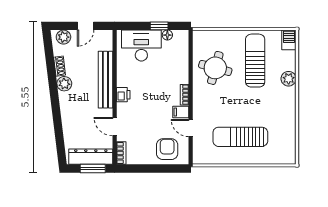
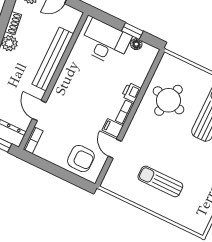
printer: (123, 95) -> (131, 92), moved, turned 180
sun lounger: (240, 137) -> (160, 181), width x0.73, depth x0.75
armchair: (167, 149) -> (81, 159), turned 90

